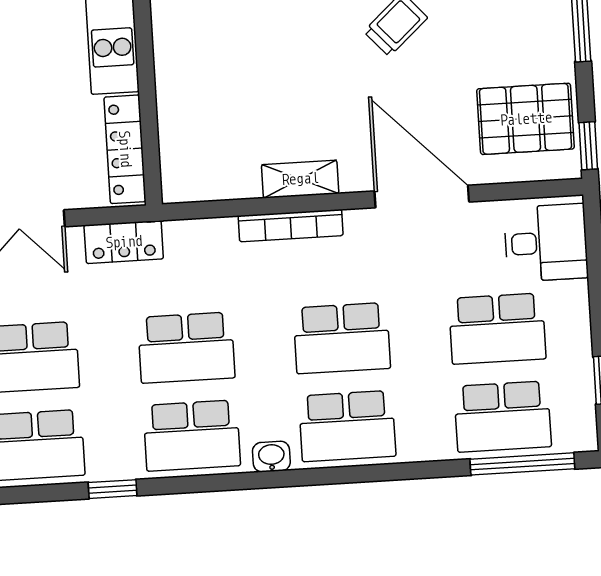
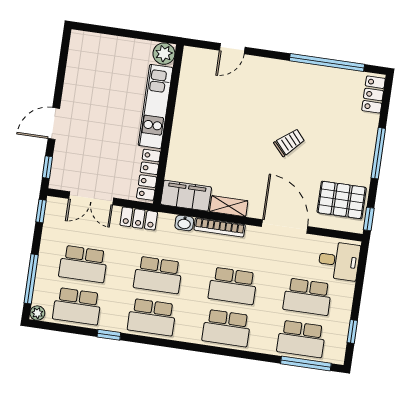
filing cabinet: (210, 176) -> (186, 196), added
washbasin: (271, 457) -> (184, 223), moved, turned 180

